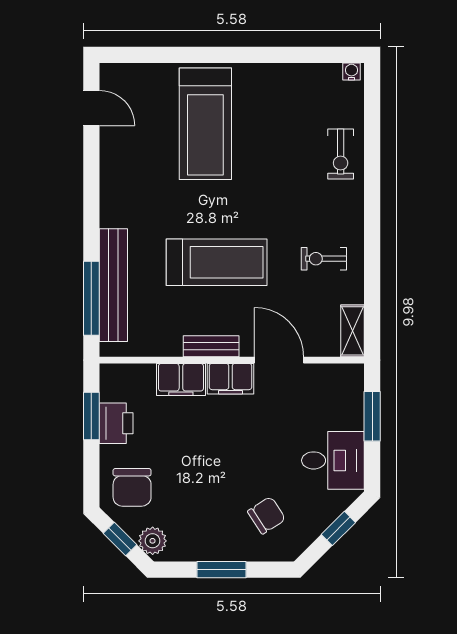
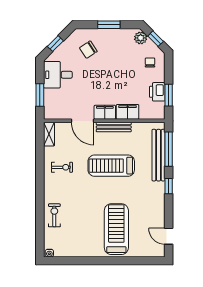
window: (91, 218) -> (169, 186), added
bench: (211, 346) -> (114, 127), width x1.36
chair: (132, 487) -> (150, 62), width x0.54, depth x0.54

